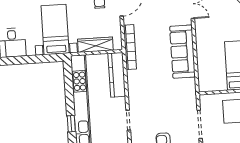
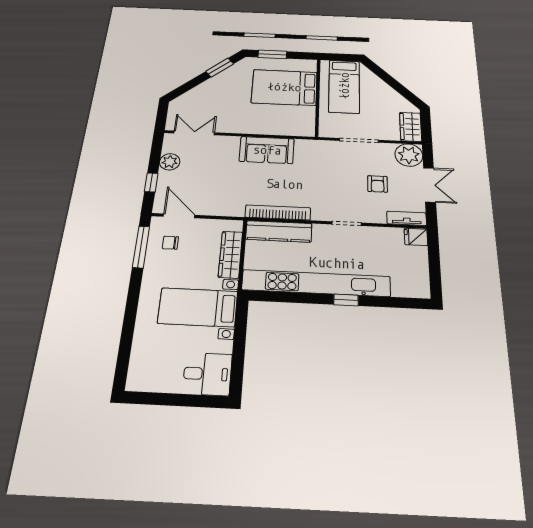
bookcase: (130, 47) -> (278, 212), moved
sofa: (182, 52) -> (267, 150), width x0.73

